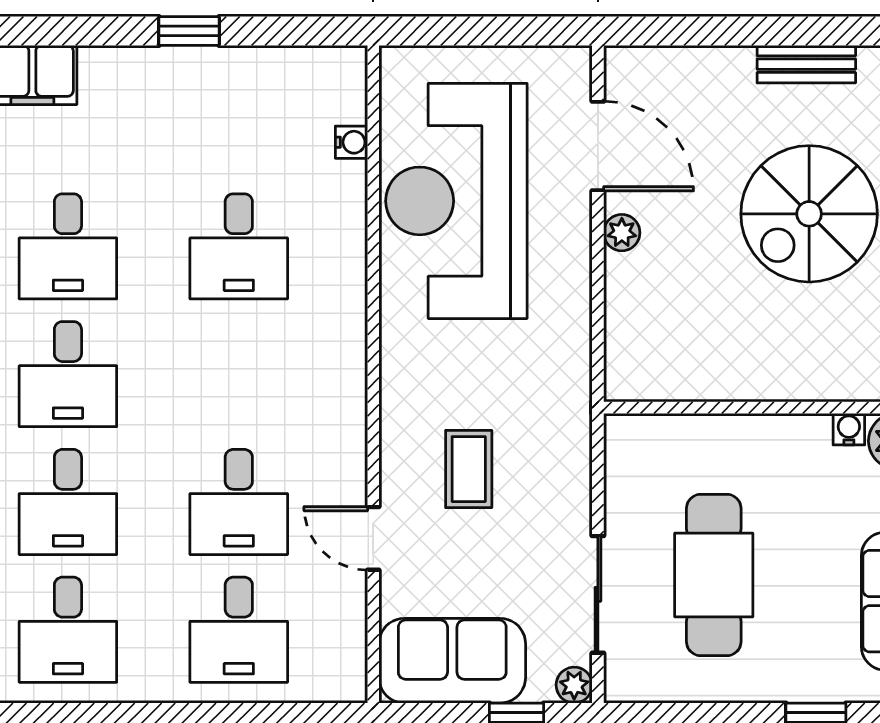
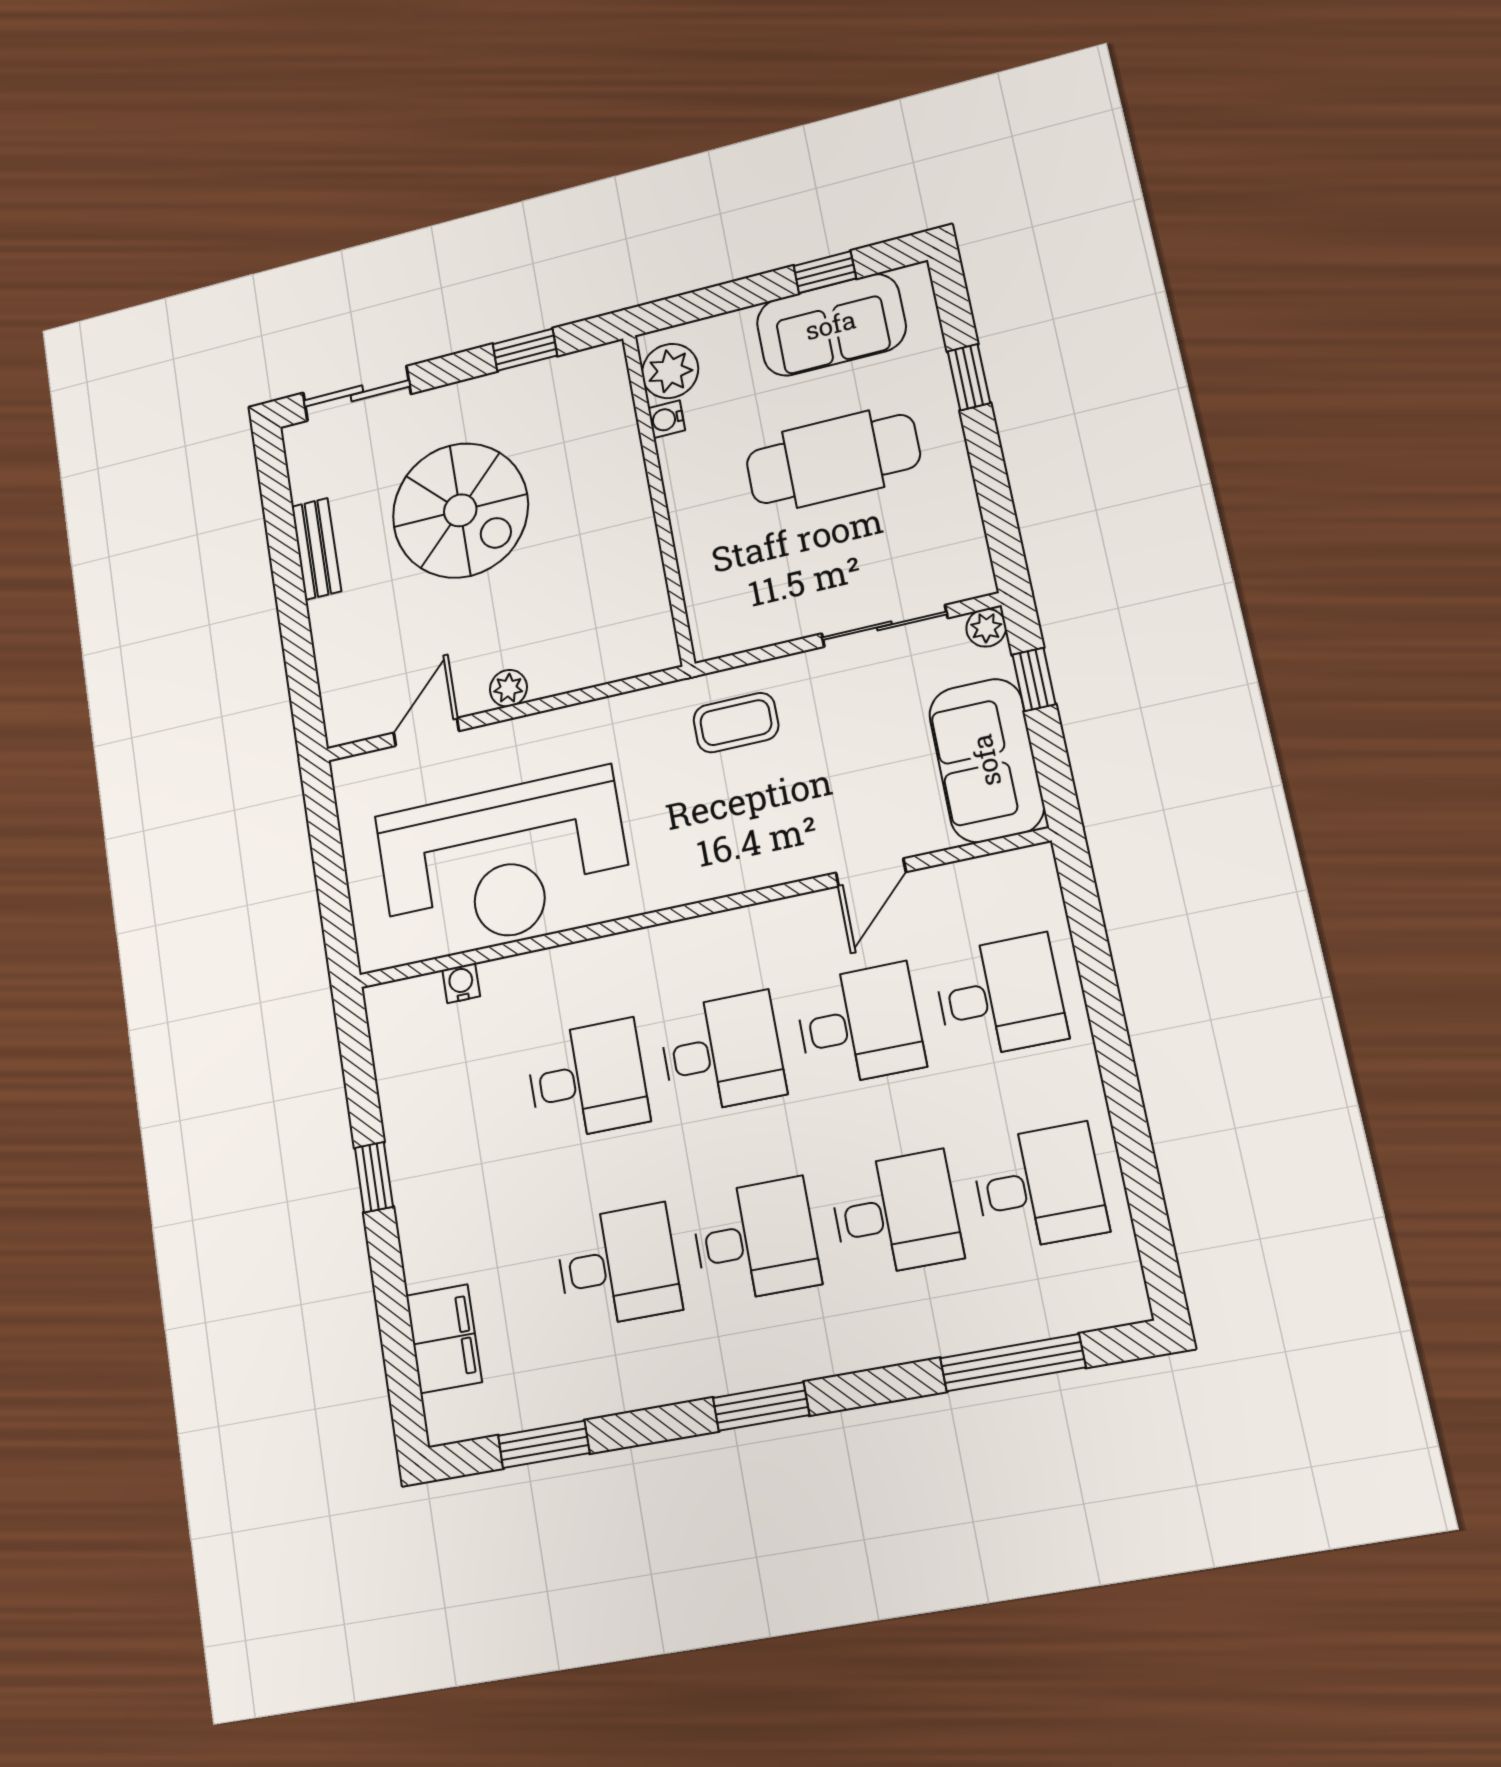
door: (598, 146) -> (426, 732), width x0.73
desk: (239, 374) -> (722, 1053), added
coffee table: (469, 469) -> (736, 723), moved
cafe table: (714, 575) -> (833, 459), moved

